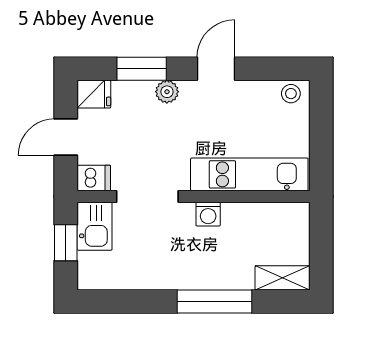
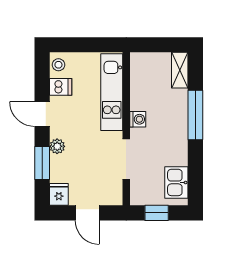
dishwasher: (94, 178) -> (61, 87), moved, turned 90
kitchen sink: (95, 226) -> (176, 182), moved, turned -90

